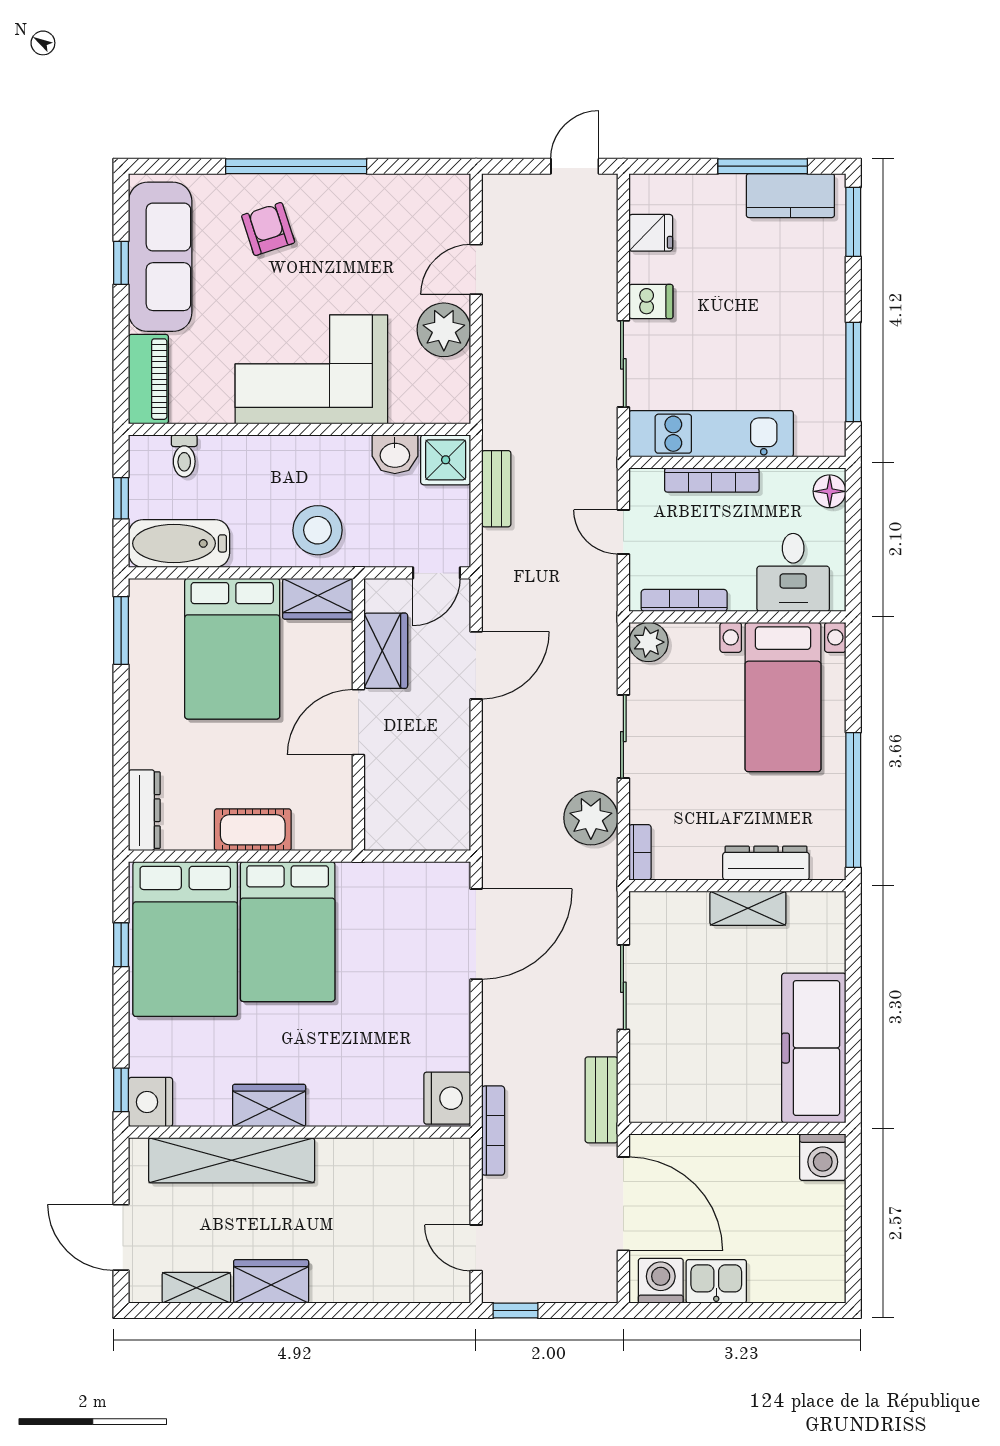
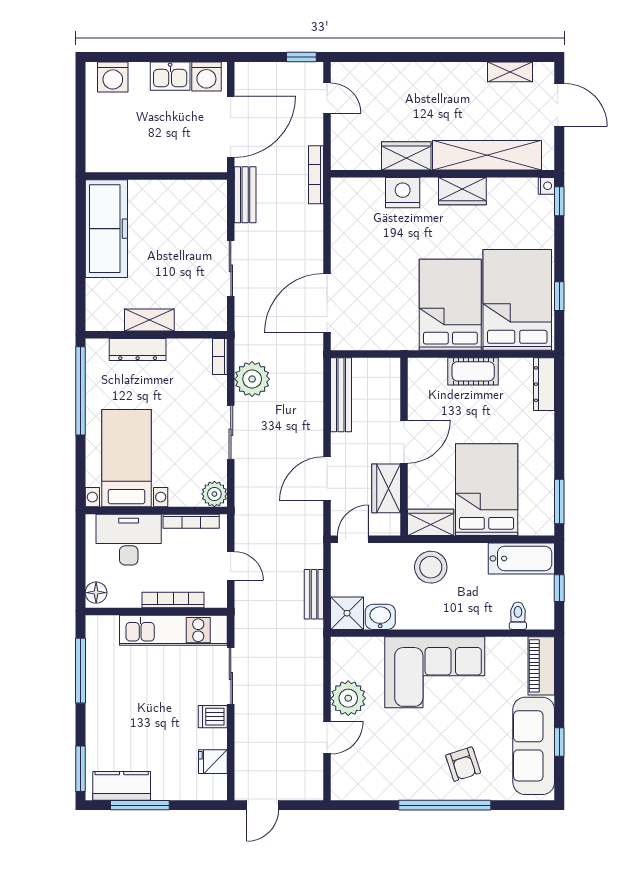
desk: (793, 572) -> (129, 540), width x1.37
bench: (455, 794) -> (341, 395), added
nightstand: (447, 1098) -> (403, 193), moved, turned 90
nightstand: (151, 1102) -> (546, 186), width x0.53, depth x0.56
washing machine: (823, 1157) -> (113, 77), moved, turned 180
door: (623, 1204) -> (231, 127), swing flipped
wardrobe: (271, 1281) -> (406, 156), moved, turned 180

